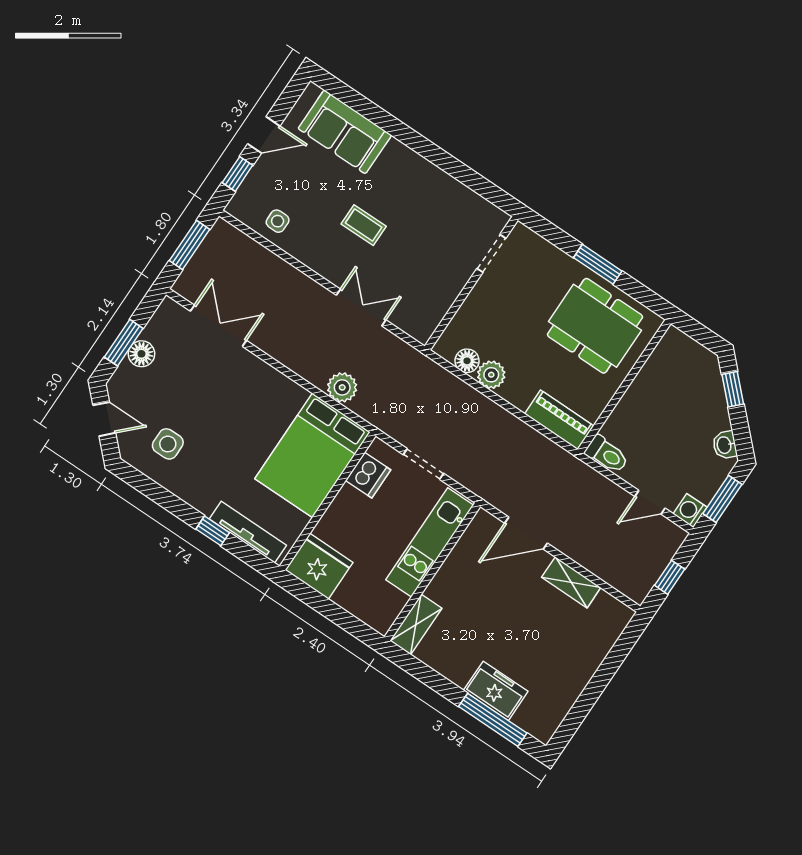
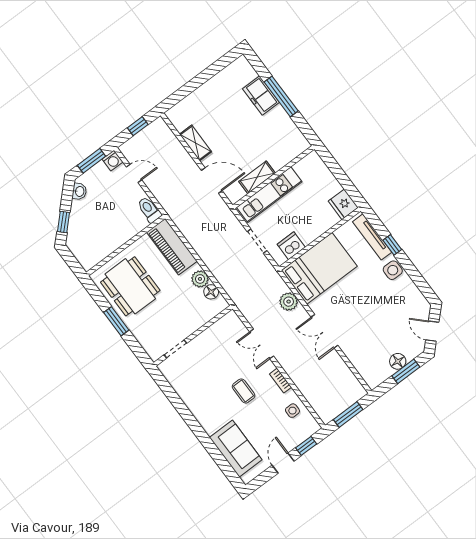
door: (264, 135) -> (283, 463), hinge flipped
bookcase: (312, 261) -> (281, 381), added
double door: (218, 326) -> (325, 331), moved
piano: (559, 420) -> (172, 247), width x1.37, depth x1.33
side table: (168, 444) -> (393, 270), moved
fridge: (319, 566) -> (343, 204), width x0.73, depth x0.75
shelving: (416, 625) -> (257, 177), moved
window: (493, 720) -> (281, 96), moved

